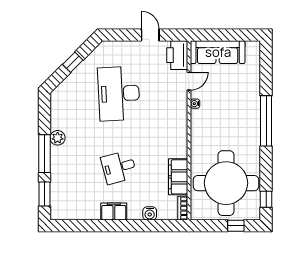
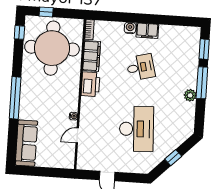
sofa: (218, 52) -> (26, 143), moved, turned 90
printer: (177, 55) -> (91, 84), moved
water cooler: (150, 213) -> (130, 28), moved

